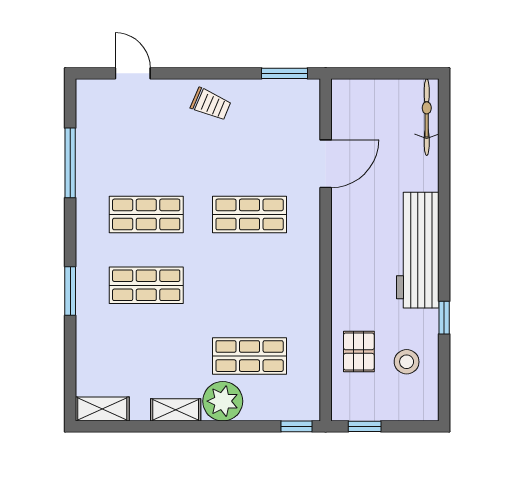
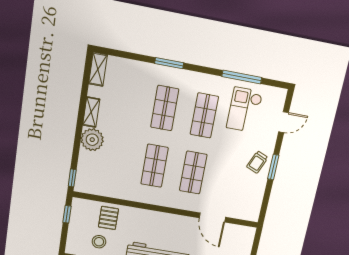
window: (284, 73) -> (273, 167), moved
checkout: (124, 147) -> (244, 110), added
pallet: (359, 352) -> (108, 218), turned 90
shop shelf: (250, 356) -> (154, 166), moved

